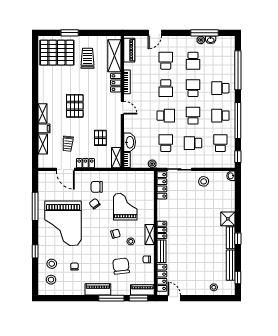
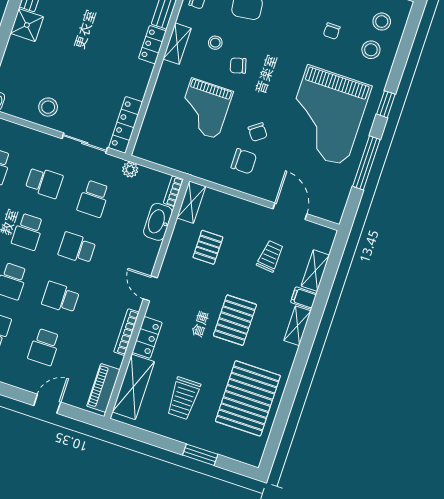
pallet: (57, 53) -> (248, 398), moved, turned 90
school desk: (166, 88) -> (61, 298), turned -90
locker: (85, 163) -> (250, 211), removed
grand piano: (63, 223) -> (326, 116), turned 180
window: (35, 251) -> (386, 104), moved

